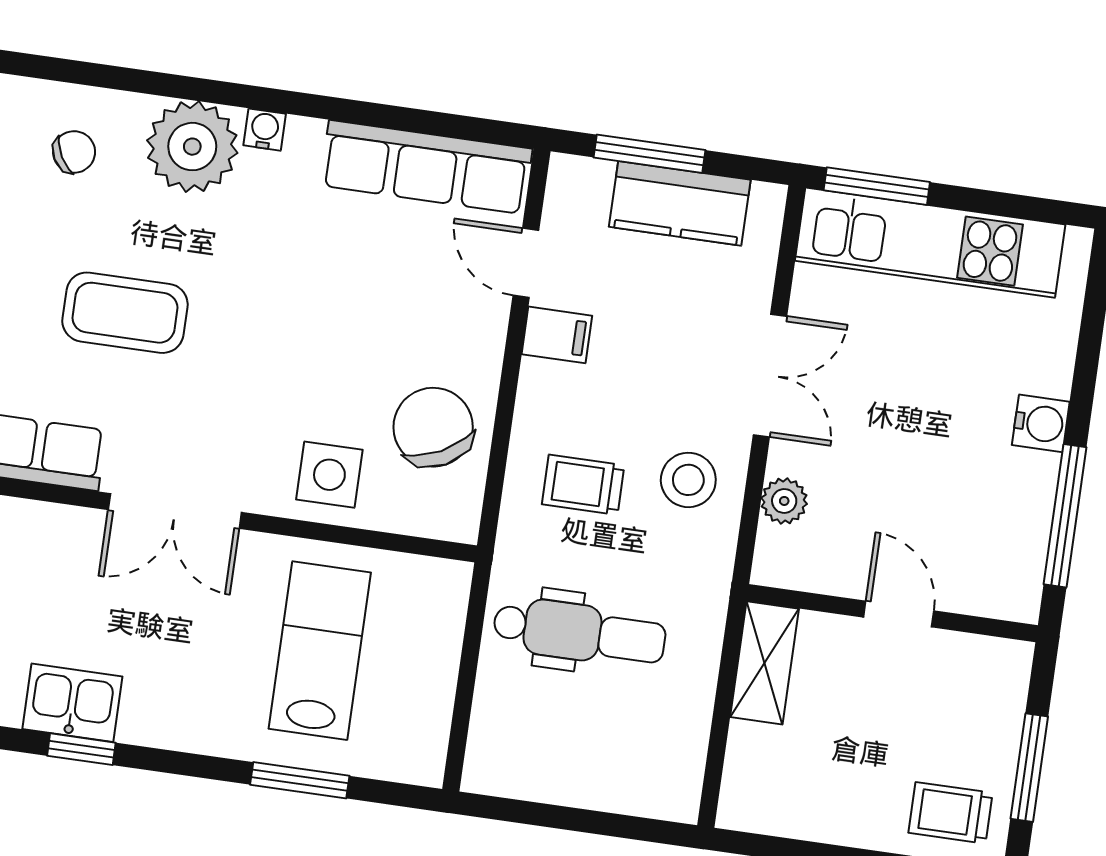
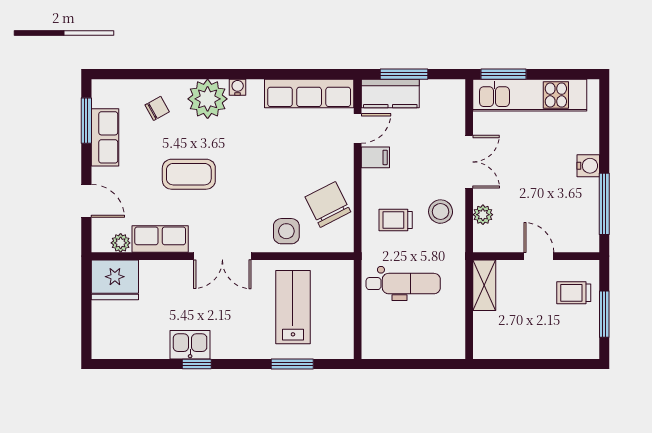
kitchen counter: (680, 203) -> (390, 93), moved
door: (526, 263) -> (358, 128), swing flipped
trolley: (951, 813) -> (574, 293), moved

